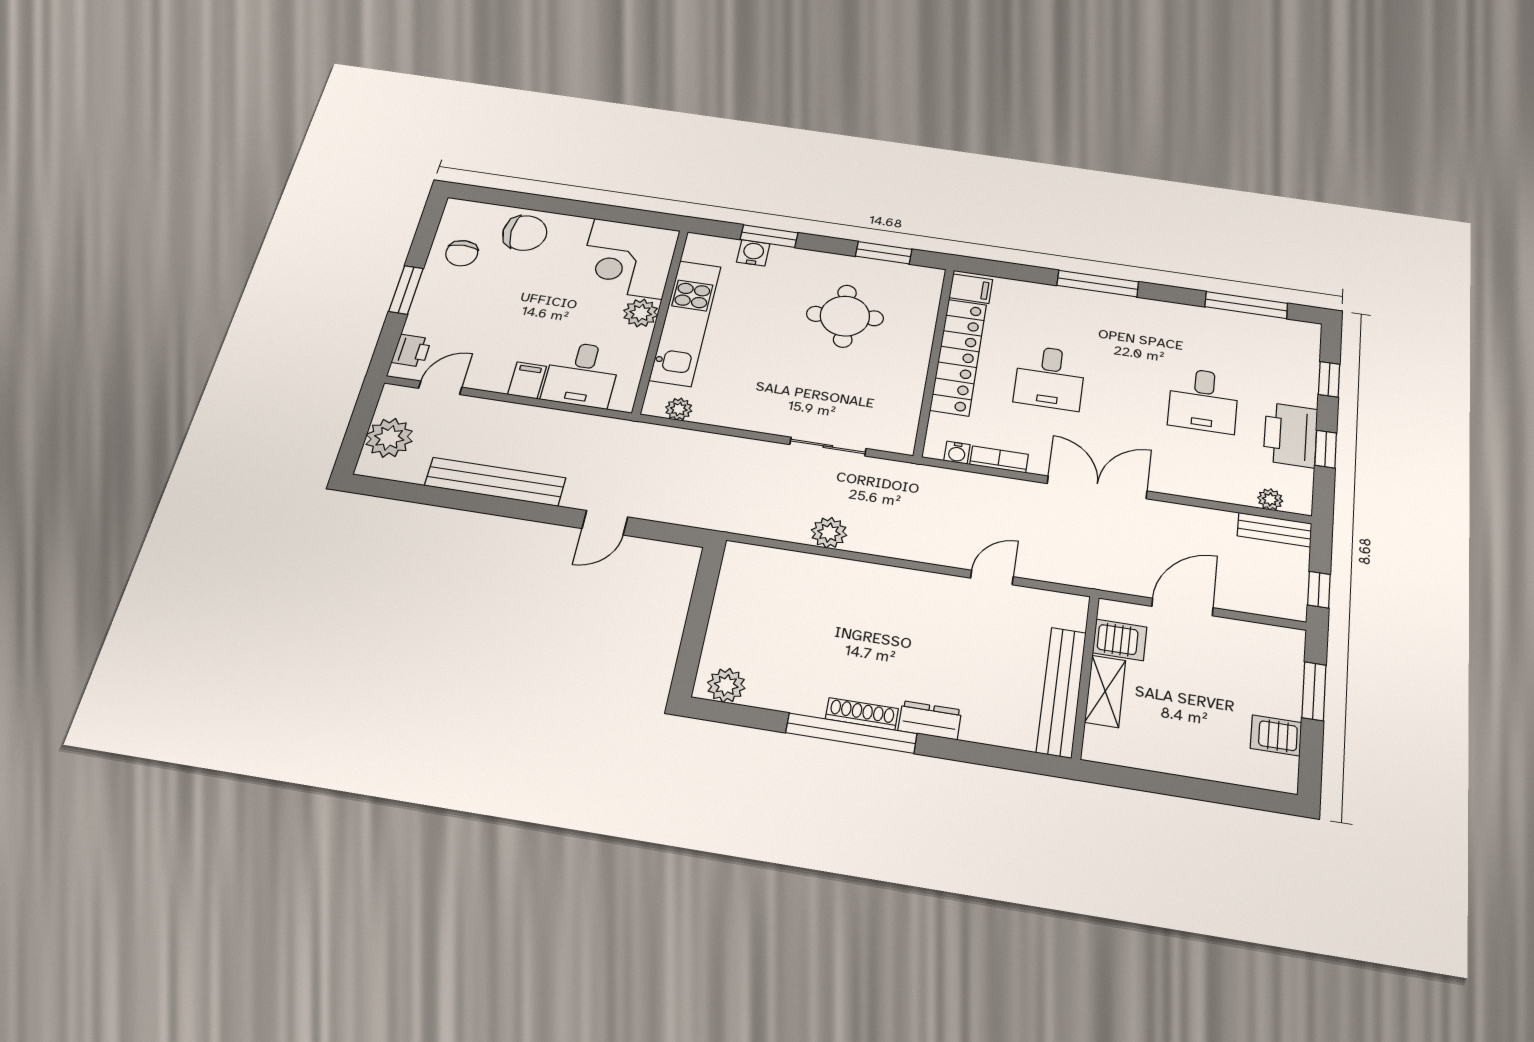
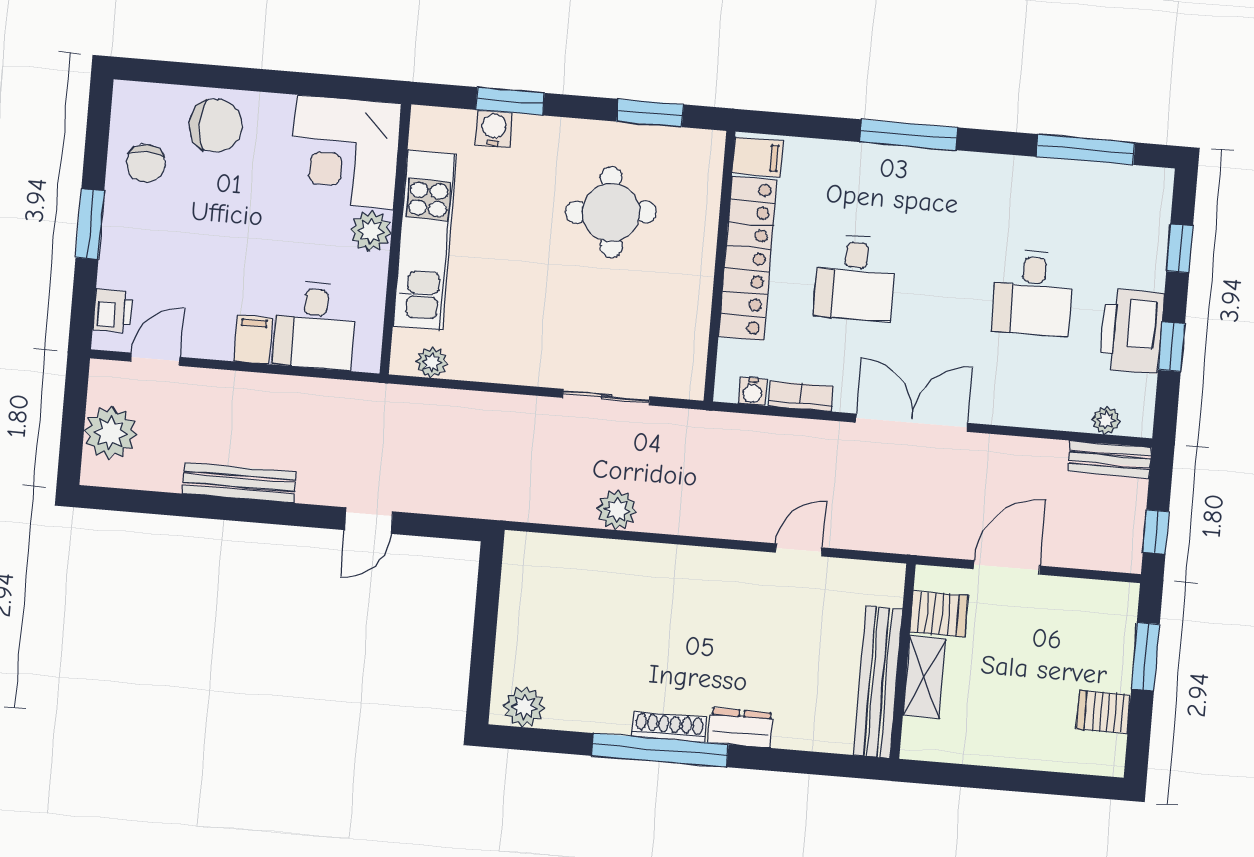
bench: (495, 482) -> (239, 483), width x0.73, depth x0.82

